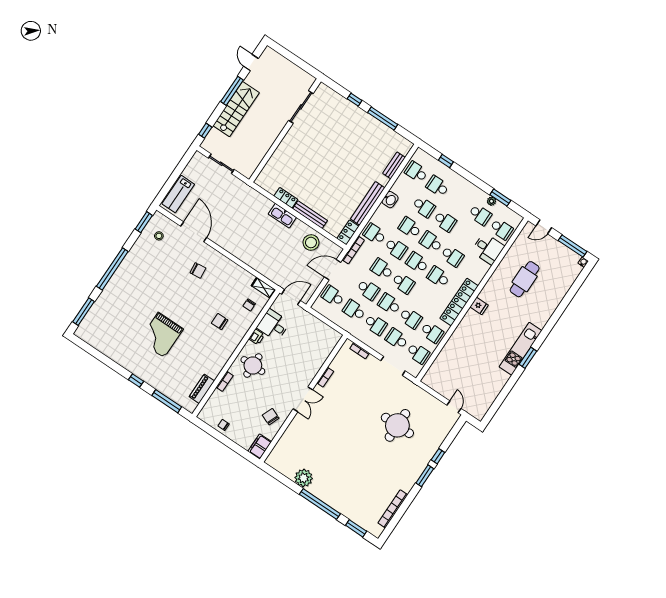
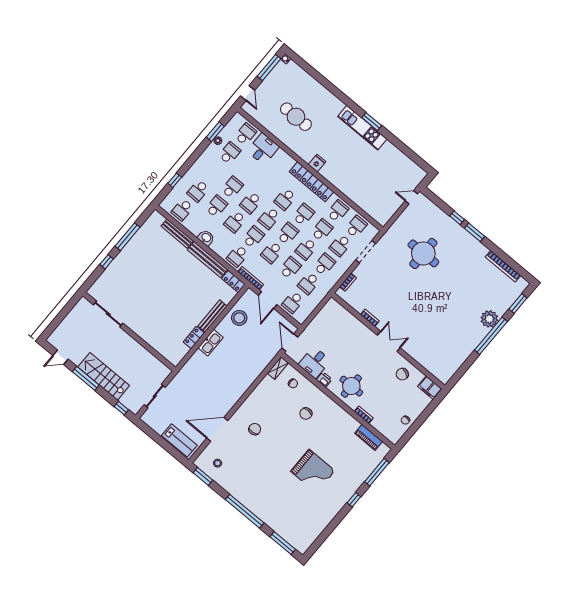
bench: (394, 165) -> (177, 234), width x1.36
school desk: (452, 256) -> (303, 215), moved
plant: (304, 478) -> (489, 319), moved

